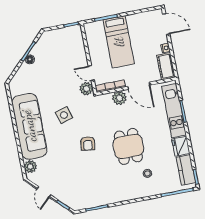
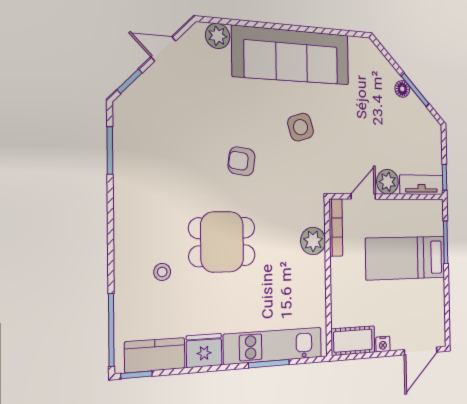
tv unit: (78, 39) -> (422, 185), added
door: (139, 86) -> (328, 283), removed
plant: (86, 89) -> (387, 182), moved

